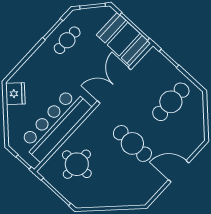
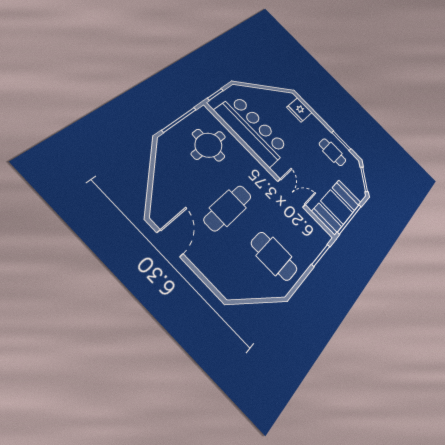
double door: (114, 85) -> (292, 193), width x0.73
fridge: (15, 94) -> (299, 110), moved, turned 45
door: (179, 171) -> (170, 243), moved

